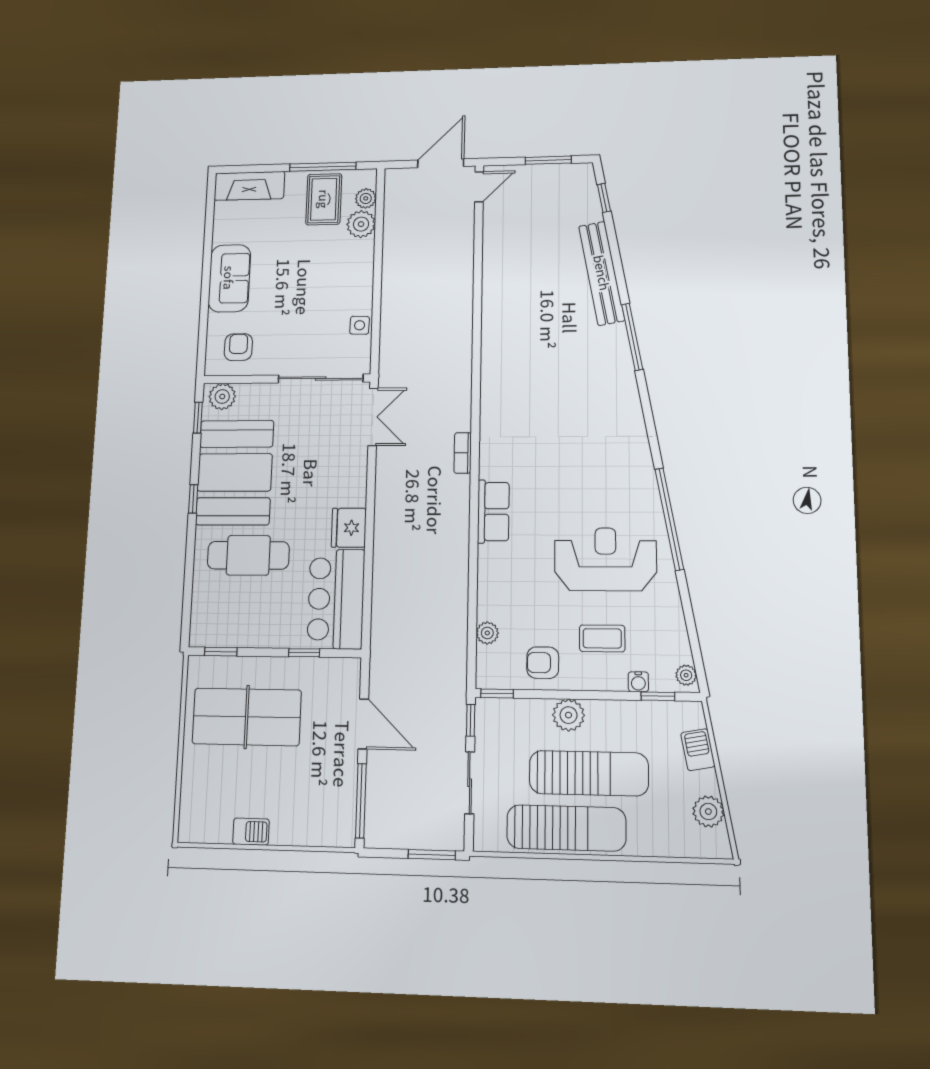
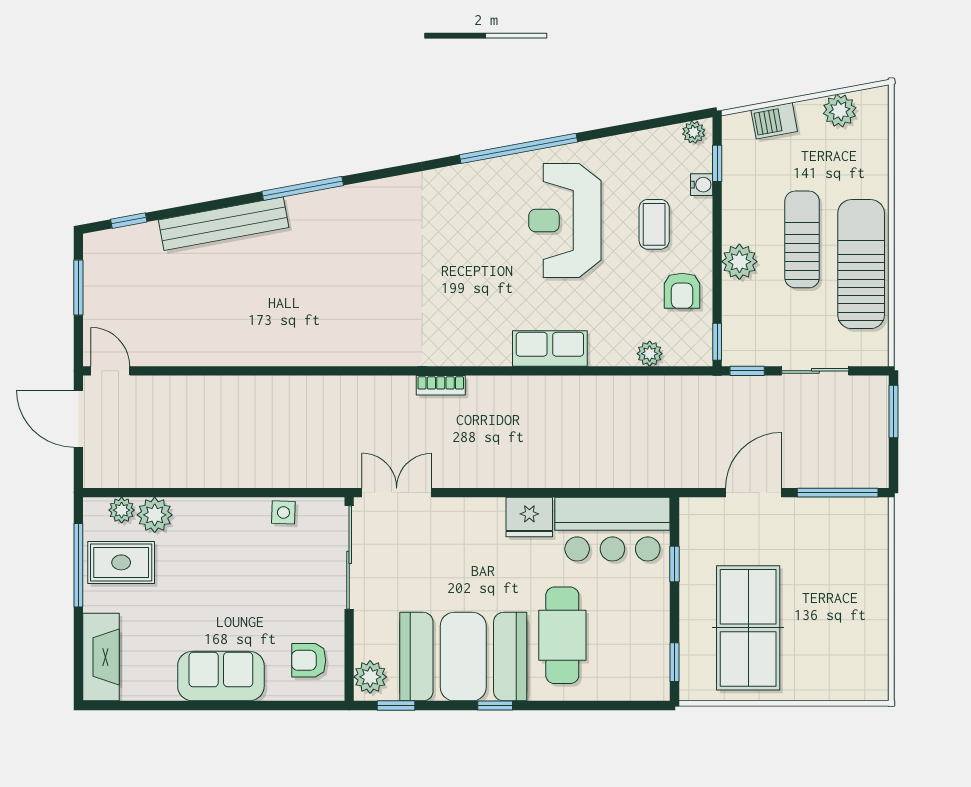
row of seats: (493, 512) -> (550, 349), moved
sun lounger: (589, 773) -> (802, 239), width x0.73, depth x0.75
barbecue: (251, 832) -> (875, 616), removed

